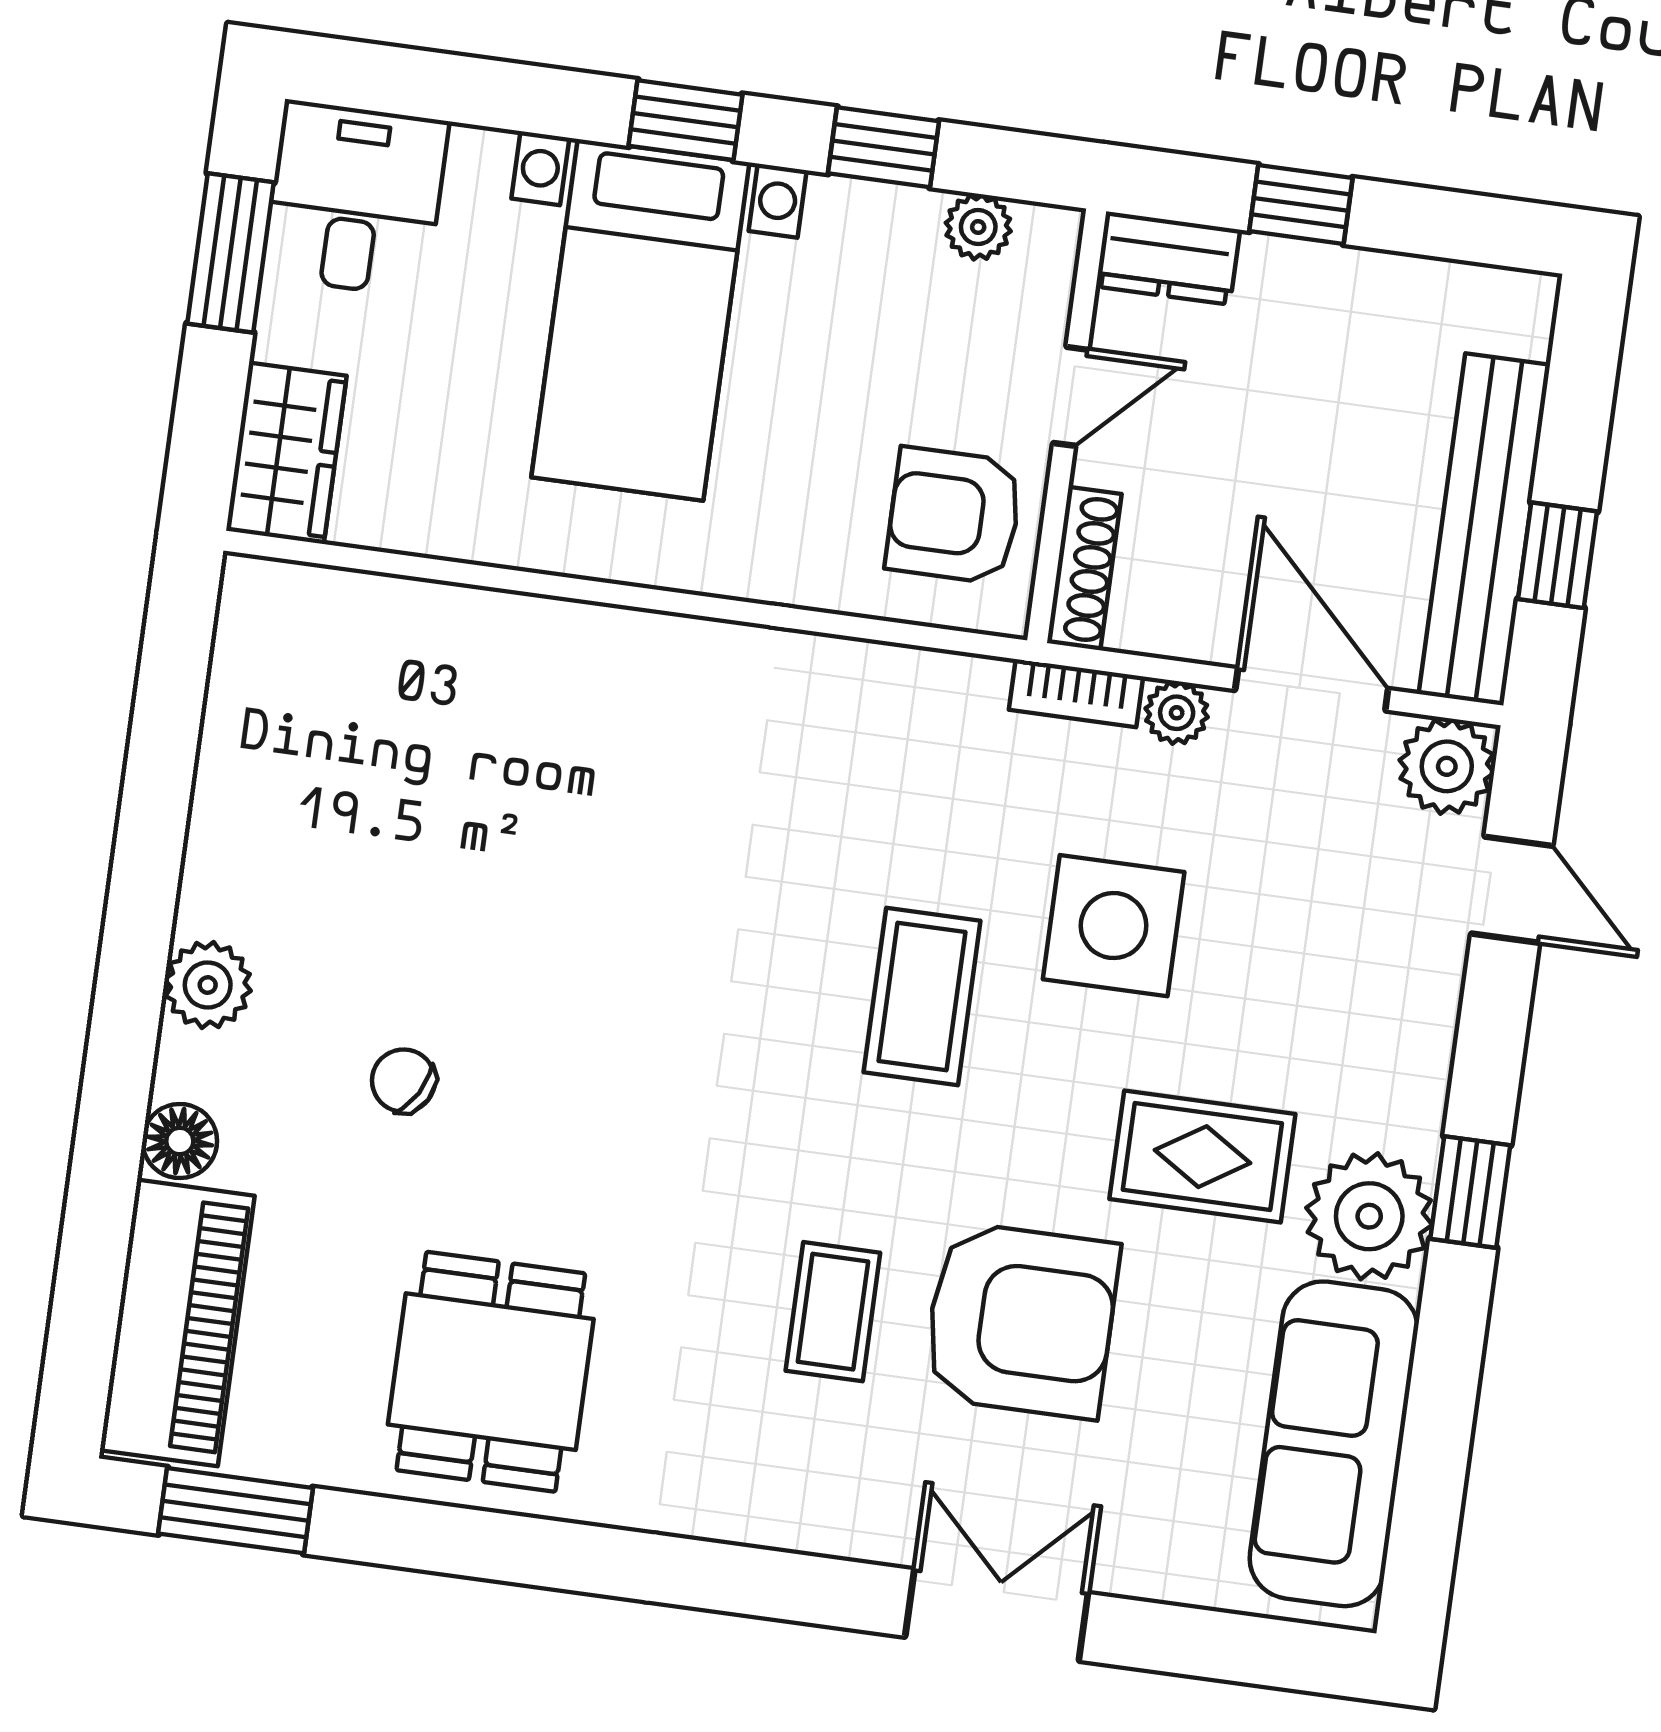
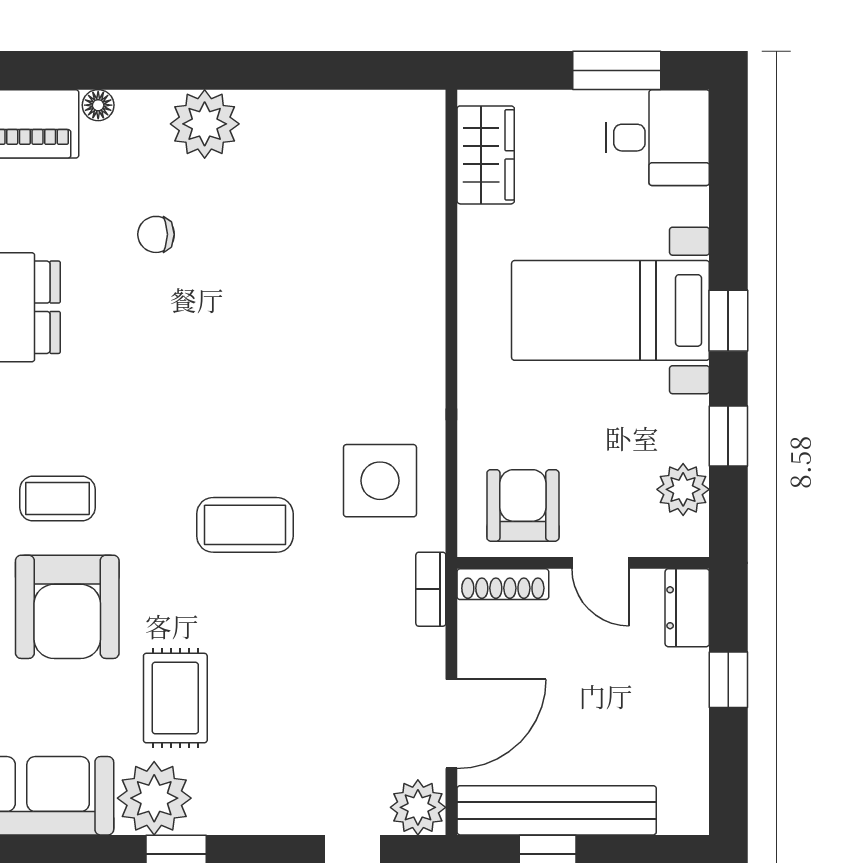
plant: (978, 227) -> (683, 489), width x1.38, depth x1.38
wardrobe: (286, 453) -> (486, 155), moved, turned -90
plant: (1177, 713) -> (427, 648), removed
side table: (1114, 926) -> (380, 481), moved
plant: (208, 985) -> (205, 124), width x1.36, depth x1.36
chair: (403, 1081) -> (156, 234), turned -120
floor lamp: (180, 1141) -> (98, 105), width x0.73, depth x0.73

